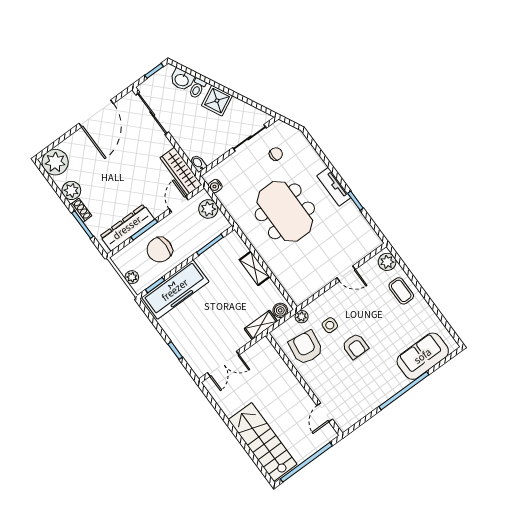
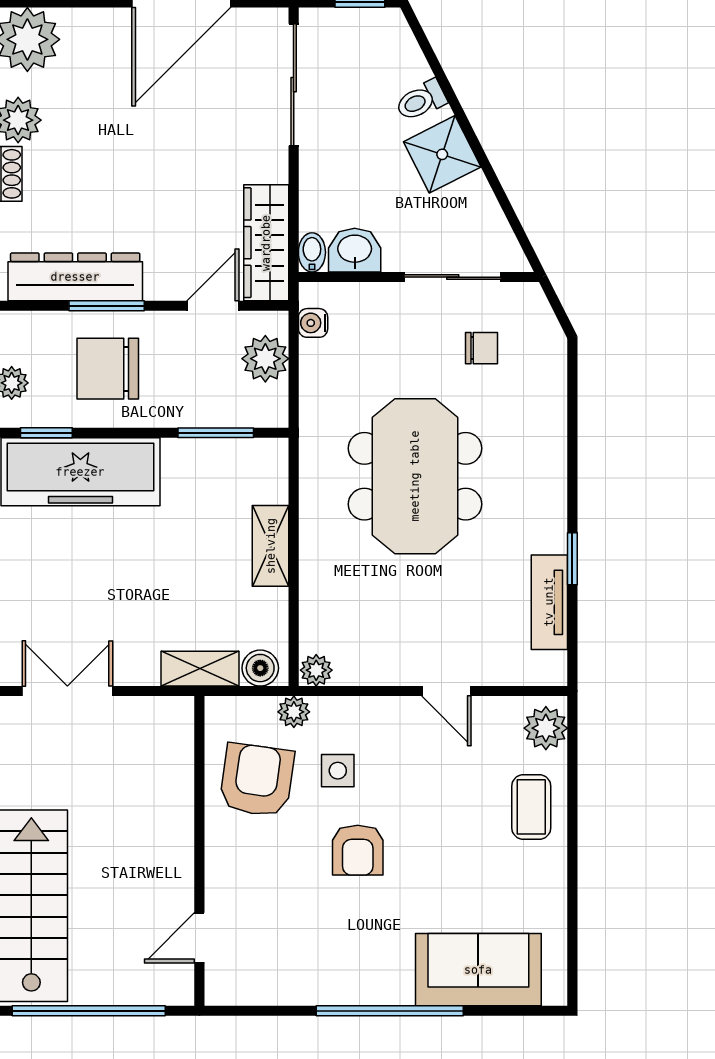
washbasin: (182, 80) -> (355, 250), moved, turned 117
tv unit: (334, 187) -> (549, 602), moved
plant: (299, 298) -> (316, 670), added
double door: (223, 364) -> (67, 691), swing flipped

